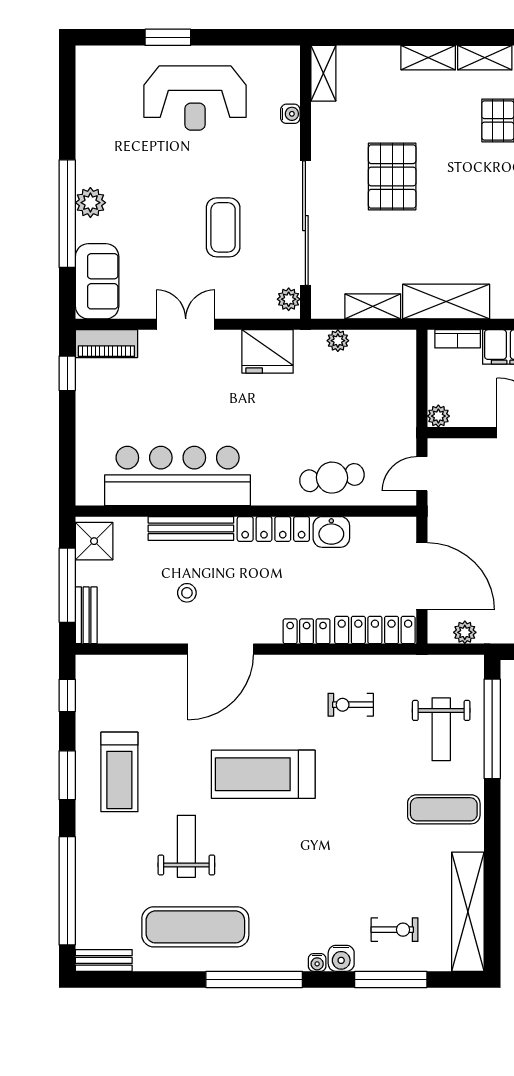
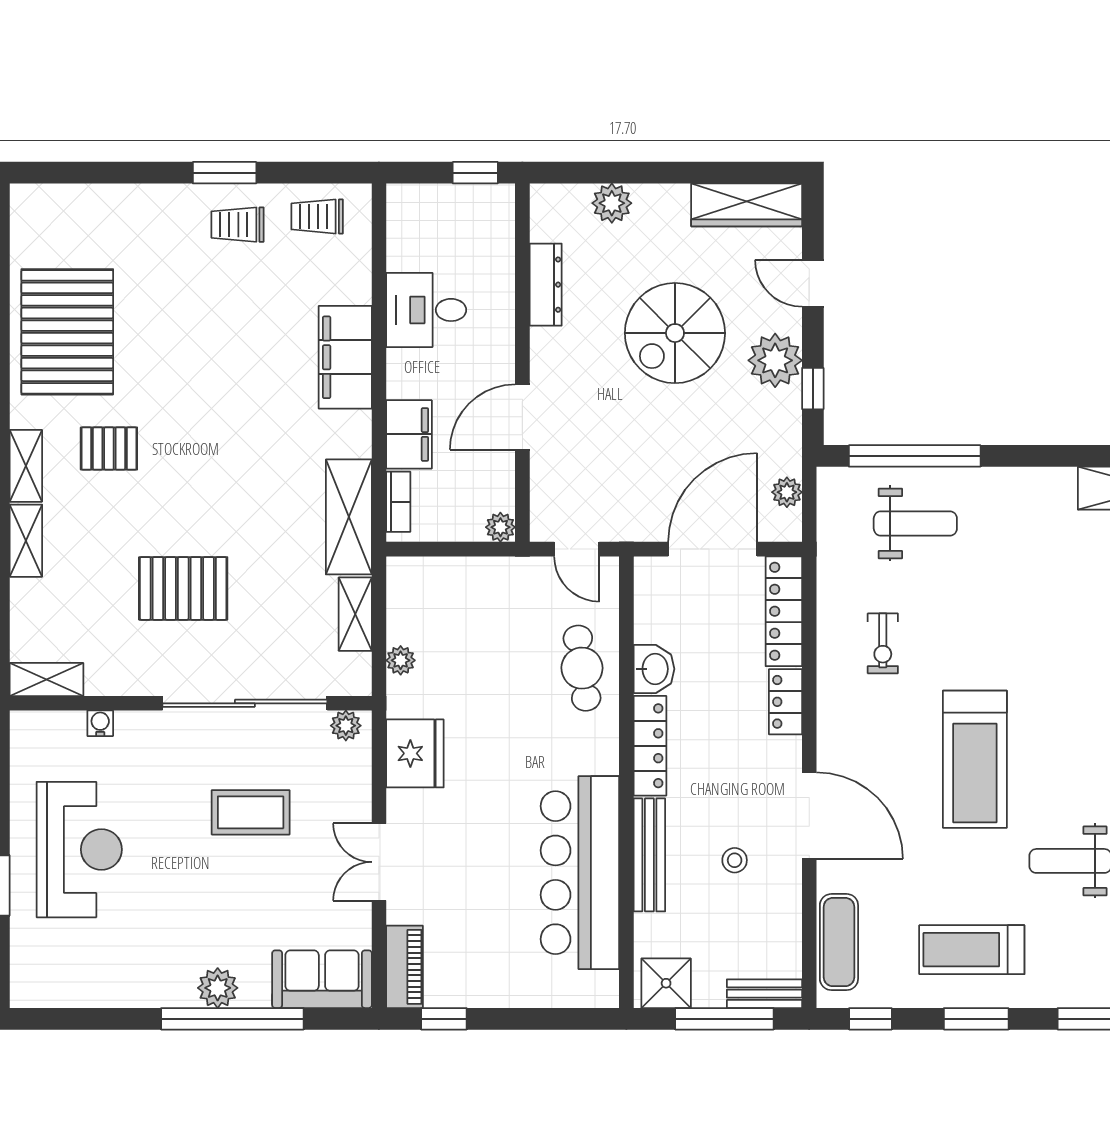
treadmill: (119, 772) -> (972, 950), turned 180
exercise mat: (444, 809) -> (839, 942), moved

